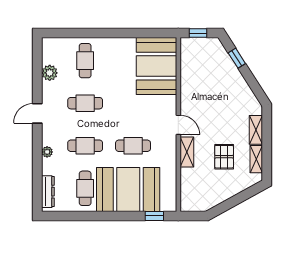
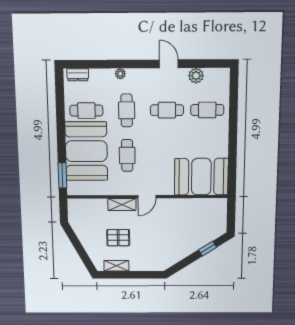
window: (198, 33) -> (231, 214), removed
cafe table: (85, 103) -> (167, 110), turned 90
door: (37, 113) -> (169, 64), moved
shelving: (256, 130) -> (143, 265), removed
dresser: (48, 192) -> (78, 75), width x0.70
window: (154, 216) -> (62, 175), width x1.50

